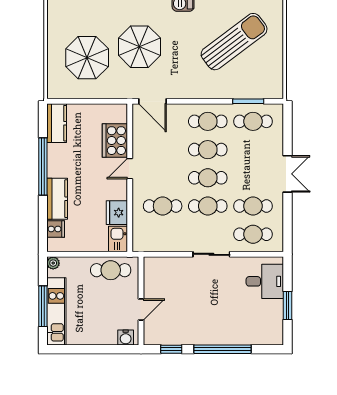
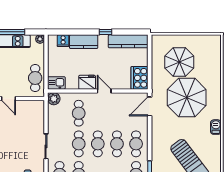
parasol: (139, 47) -> (187, 98), width x1.36, depth x1.36
kitchen counter: (57, 123) -> (128, 41), width x1.50
cooker: (115, 141) -> (140, 78), moved, turned -90
window: (43, 167) -> (105, 32), width x0.32
fridge: (117, 213) -> (87, 82), moved
plant: (141, 243) -> (54, 99), added

